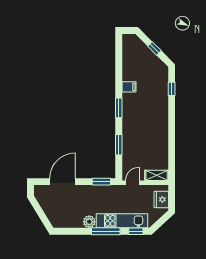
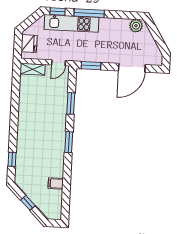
filing cabinet: (129, 87) -> (56, 183), moved
plant: (89, 222) -> (136, 26), moved

